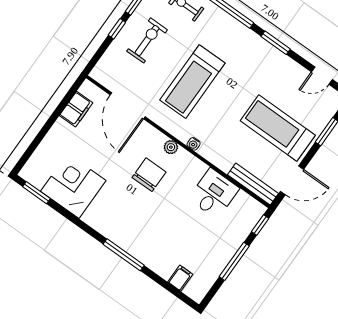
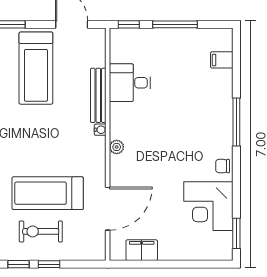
treadmill: (192, 82) -> (48, 193), moved, turned 180
chair: (149, 175) -> (223, 166), moved, width x0.54, depth x0.54
bench: (253, 184) -> (98, 95), moved

